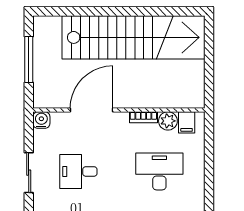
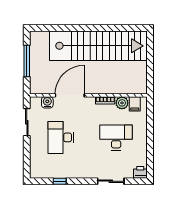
water cooler: (41, 120) -> (47, 102), moved
desk: (78, 171) -> (61, 137), width x1.37
sliding door: (29, 173) -> (27, 122), moved

